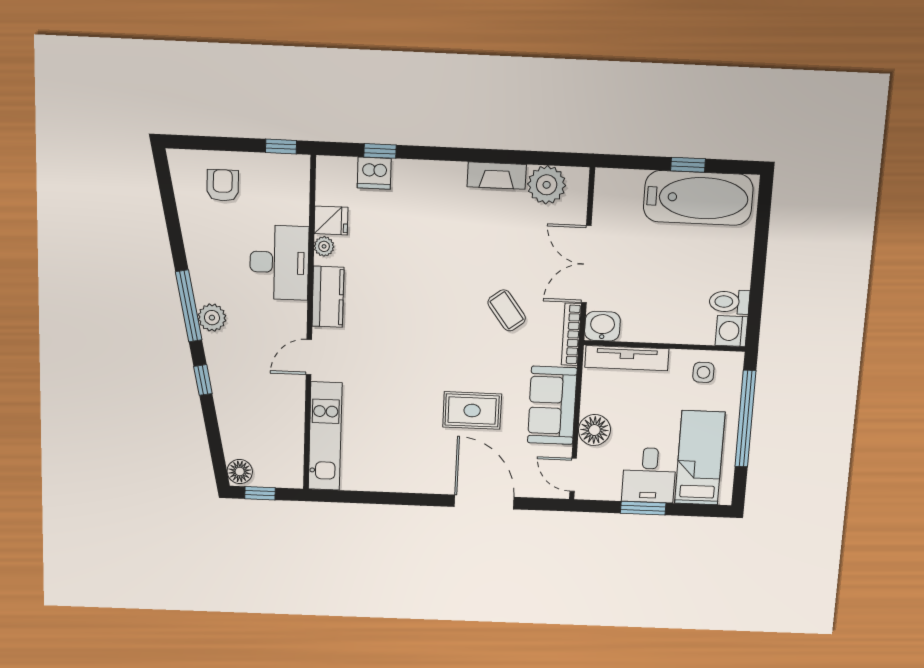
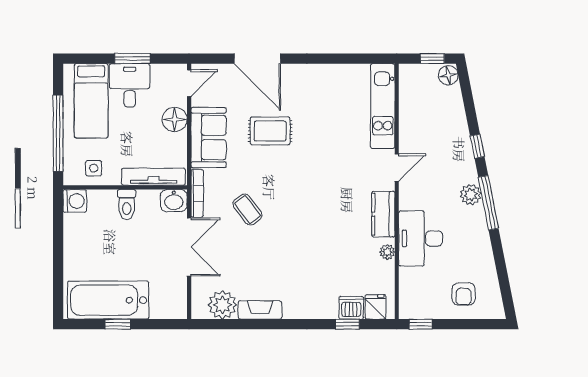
fridge: (331, 220) -> (375, 307), moved, turned 90
toilet: (729, 302) -> (127, 204), moved, turned 90
door: (573, 475) -> (189, 83), hinge flipped

